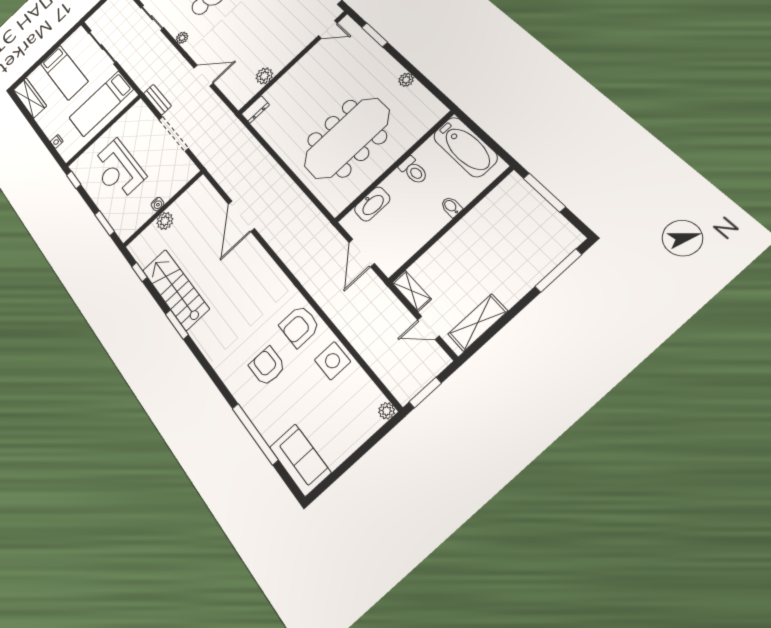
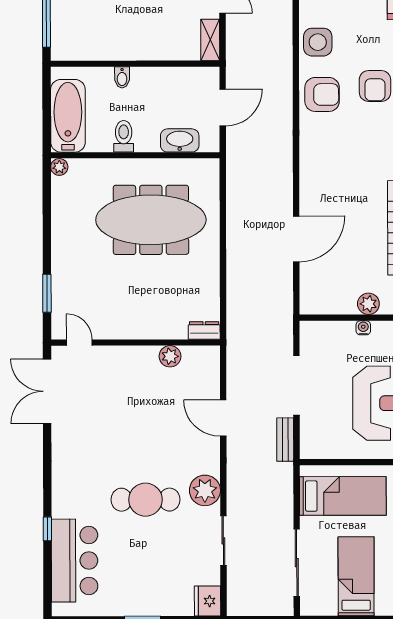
plant: (182, 38) -> (205, 490), width x1.88, depth x1.88
plant: (406, 80) -> (59, 167), moved

